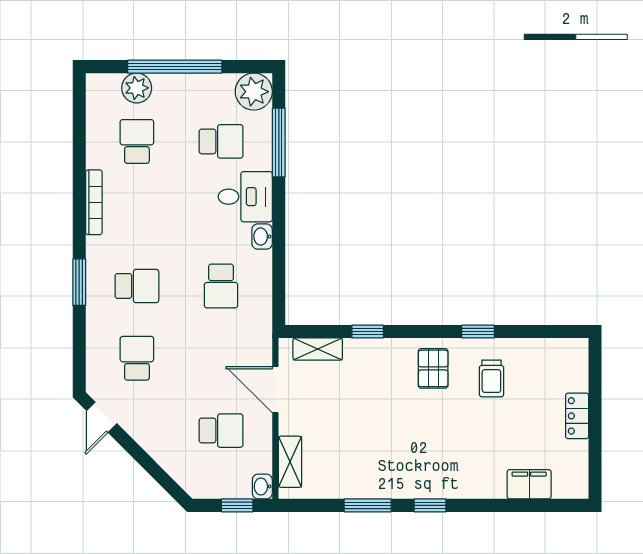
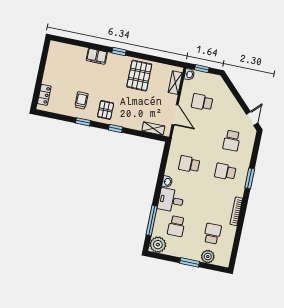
window: (175, 67) -> (190, 262), width x0.47
school desk: (137, 141) -> (212, 234), turned 180
school desk: (221, 141) -> (176, 226), turned -90
school desk: (221, 286) -> (189, 164), turned -90
window: (368, 331) -> (116, 129), moved
locker: (577, 416) -> (44, 95), moved
pallet: (374, 461) -> (139, 76), added
filing cabinet: (529, 484) -> (97, 56), moved
window: (368, 505) -> (146, 57), removed

